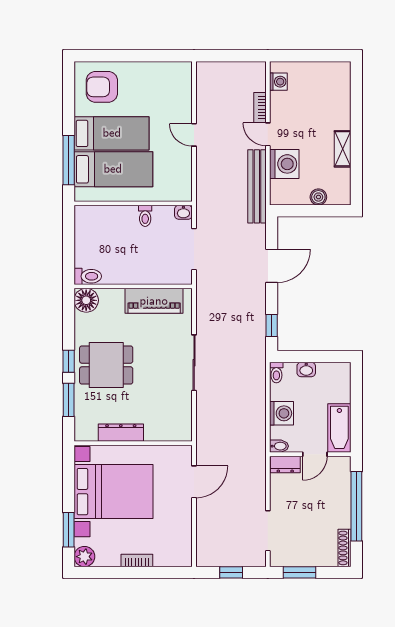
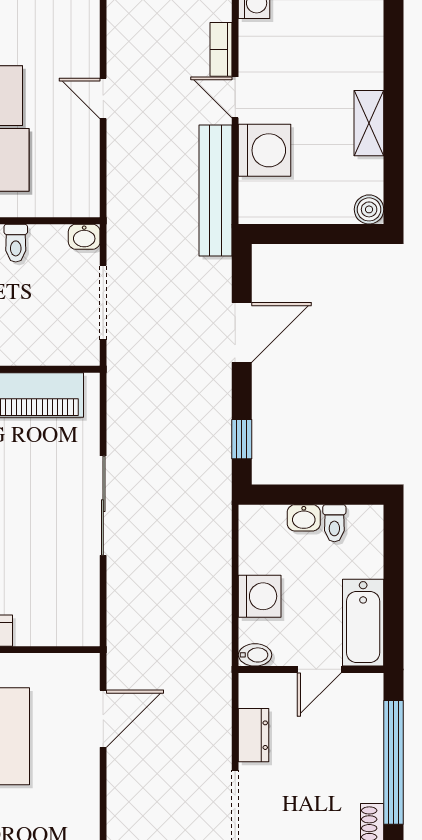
boiler: (318, 197) -> (369, 209), moved
toilet: (276, 372) -> (334, 523), moved
dresser: (285, 465) -> (254, 735), moved, turned -90

